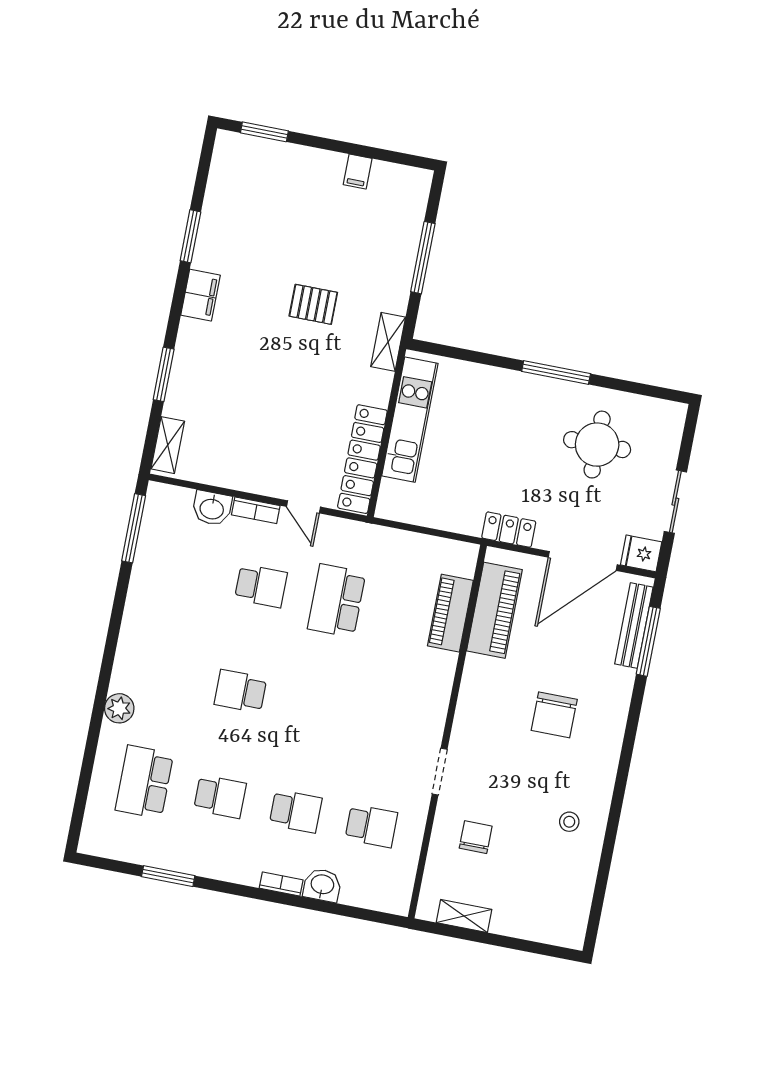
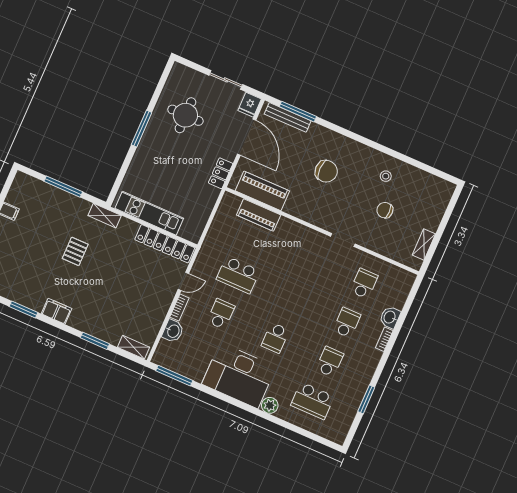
desk: (160, 642) -> (239, 375), added
chair: (476, 837) -> (385, 210), moved

